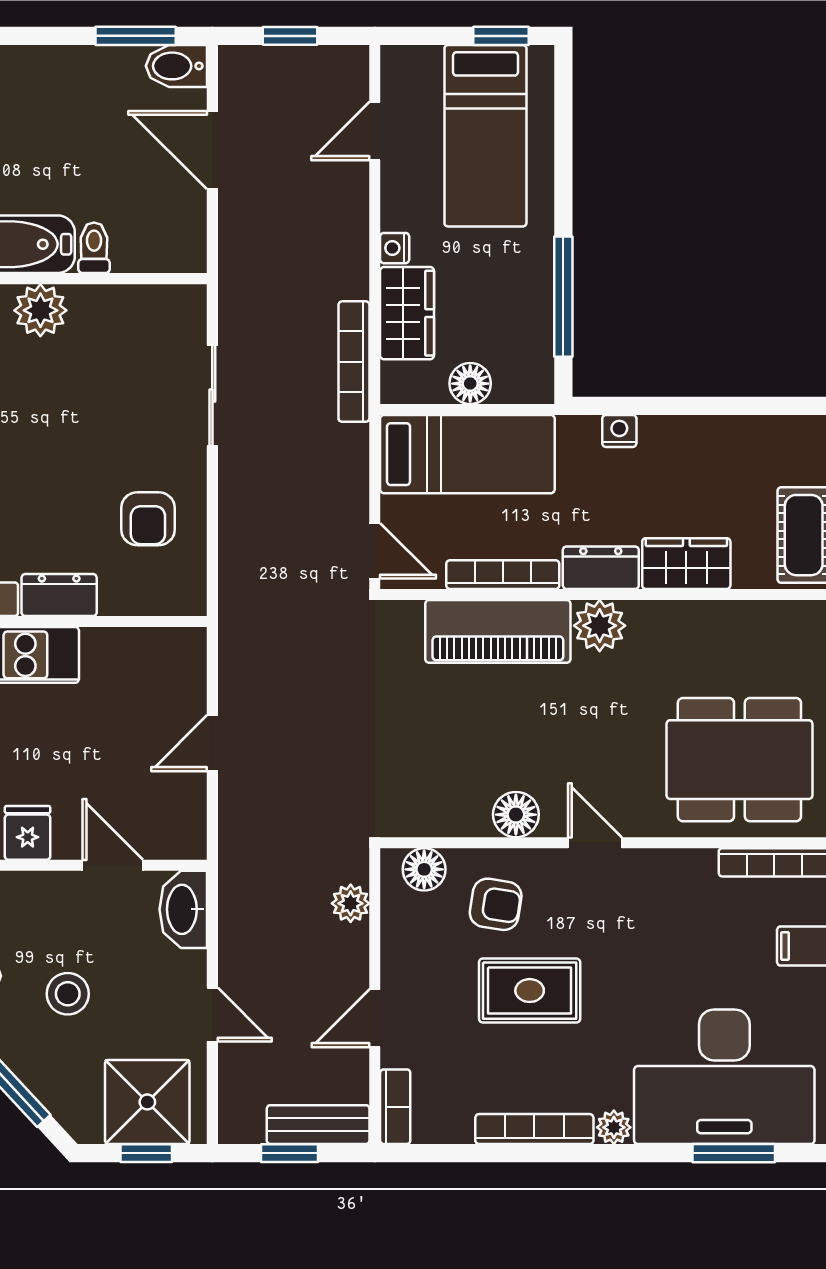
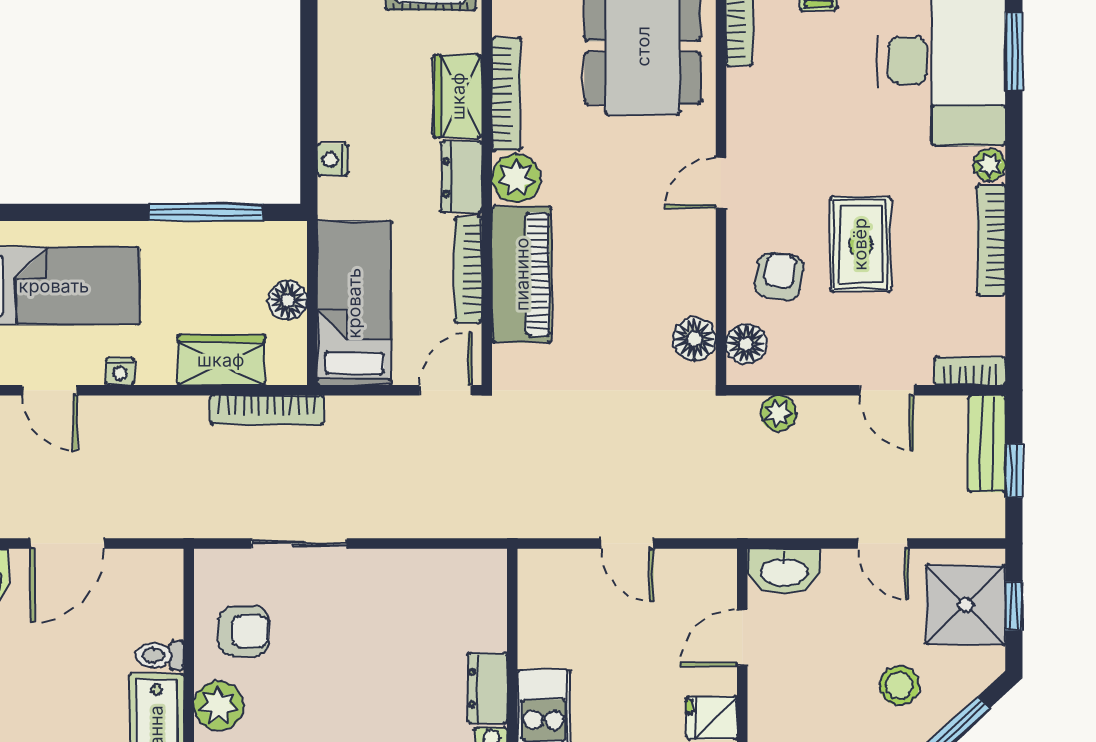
nightstand: (395, 248) -> (120, 372), moved
armchair: (148, 519) -> (244, 631), moved
bookcase: (689, 615) -> (506, 94), added
floor lamp: (516, 815) -> (694, 339), moved
stool: (68, 994) -> (899, 686), moved
door: (212, 1015) -> (883, 544), swing flipped

